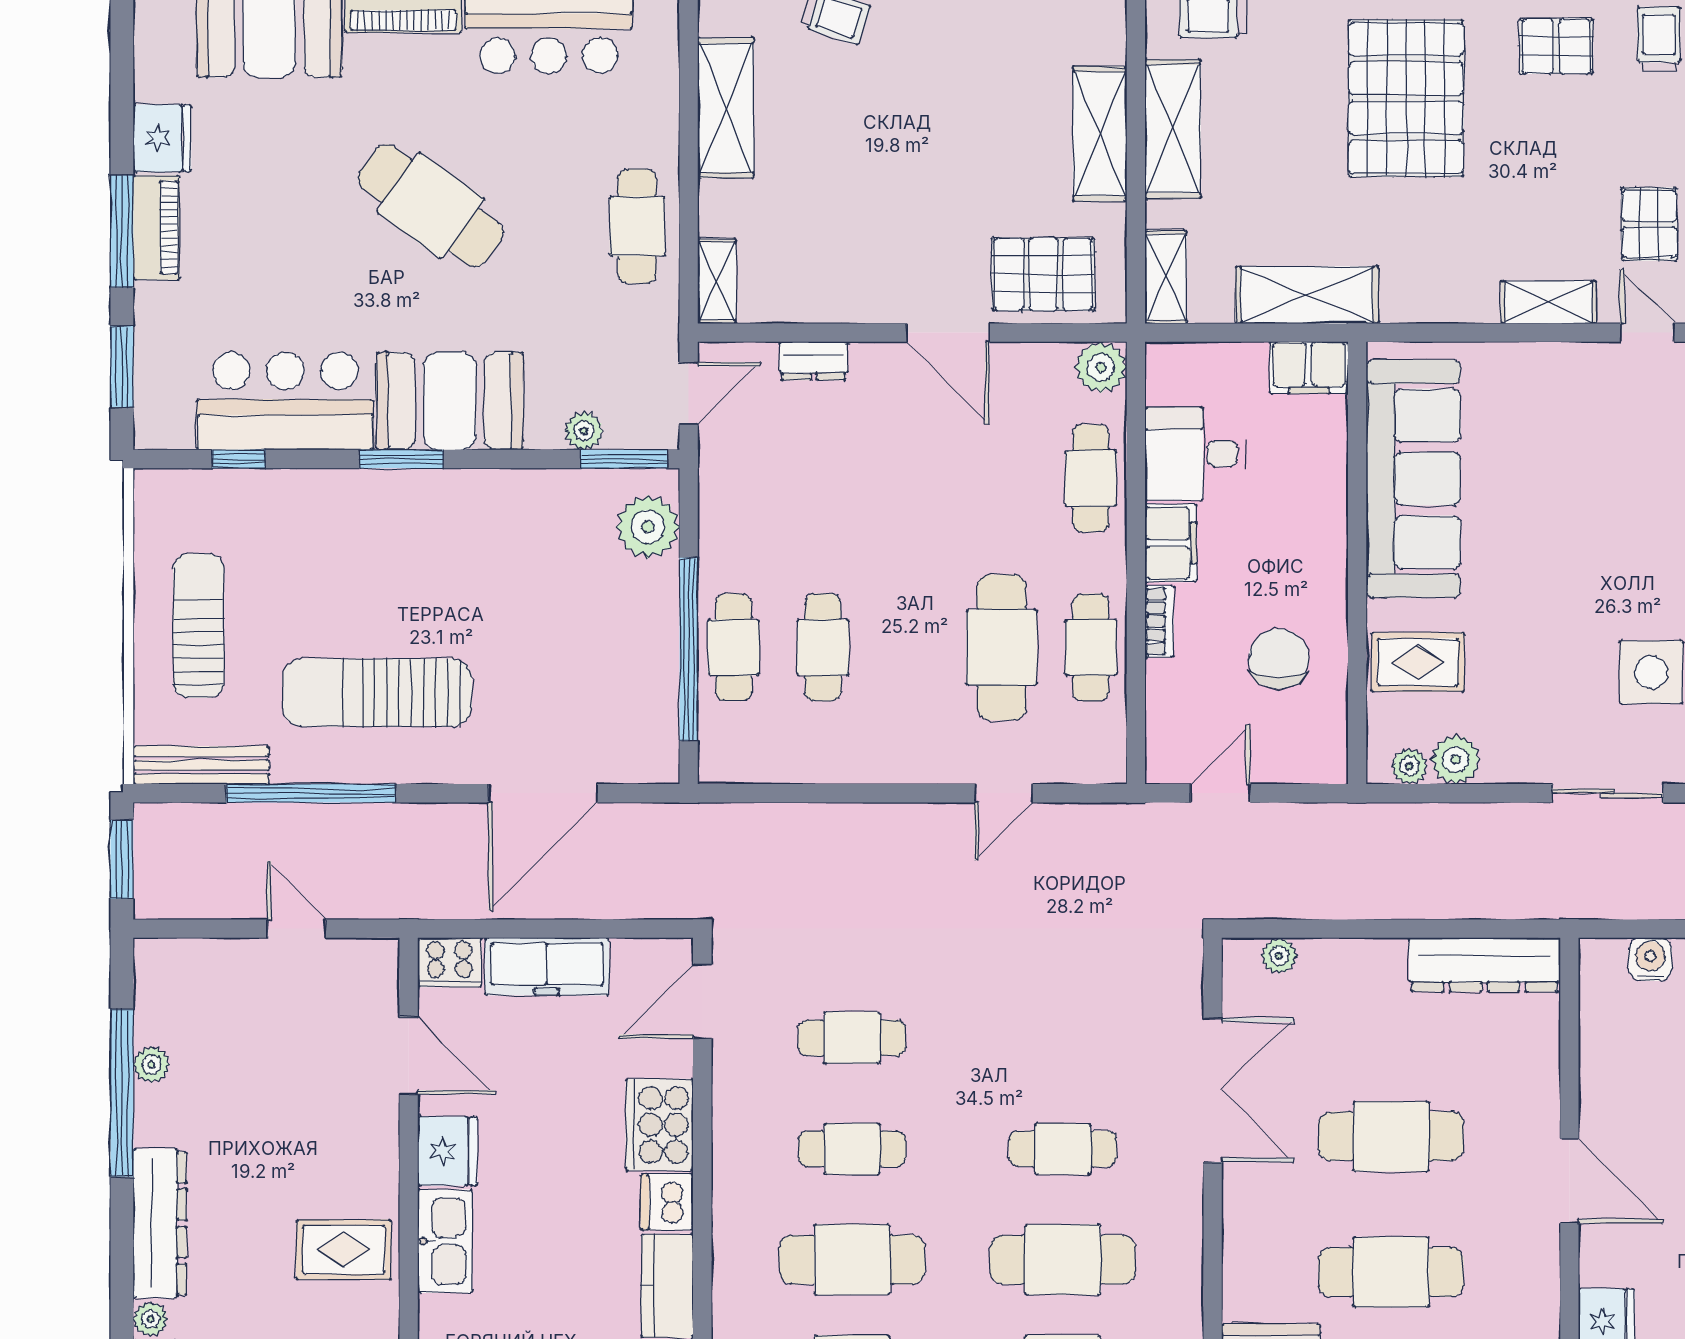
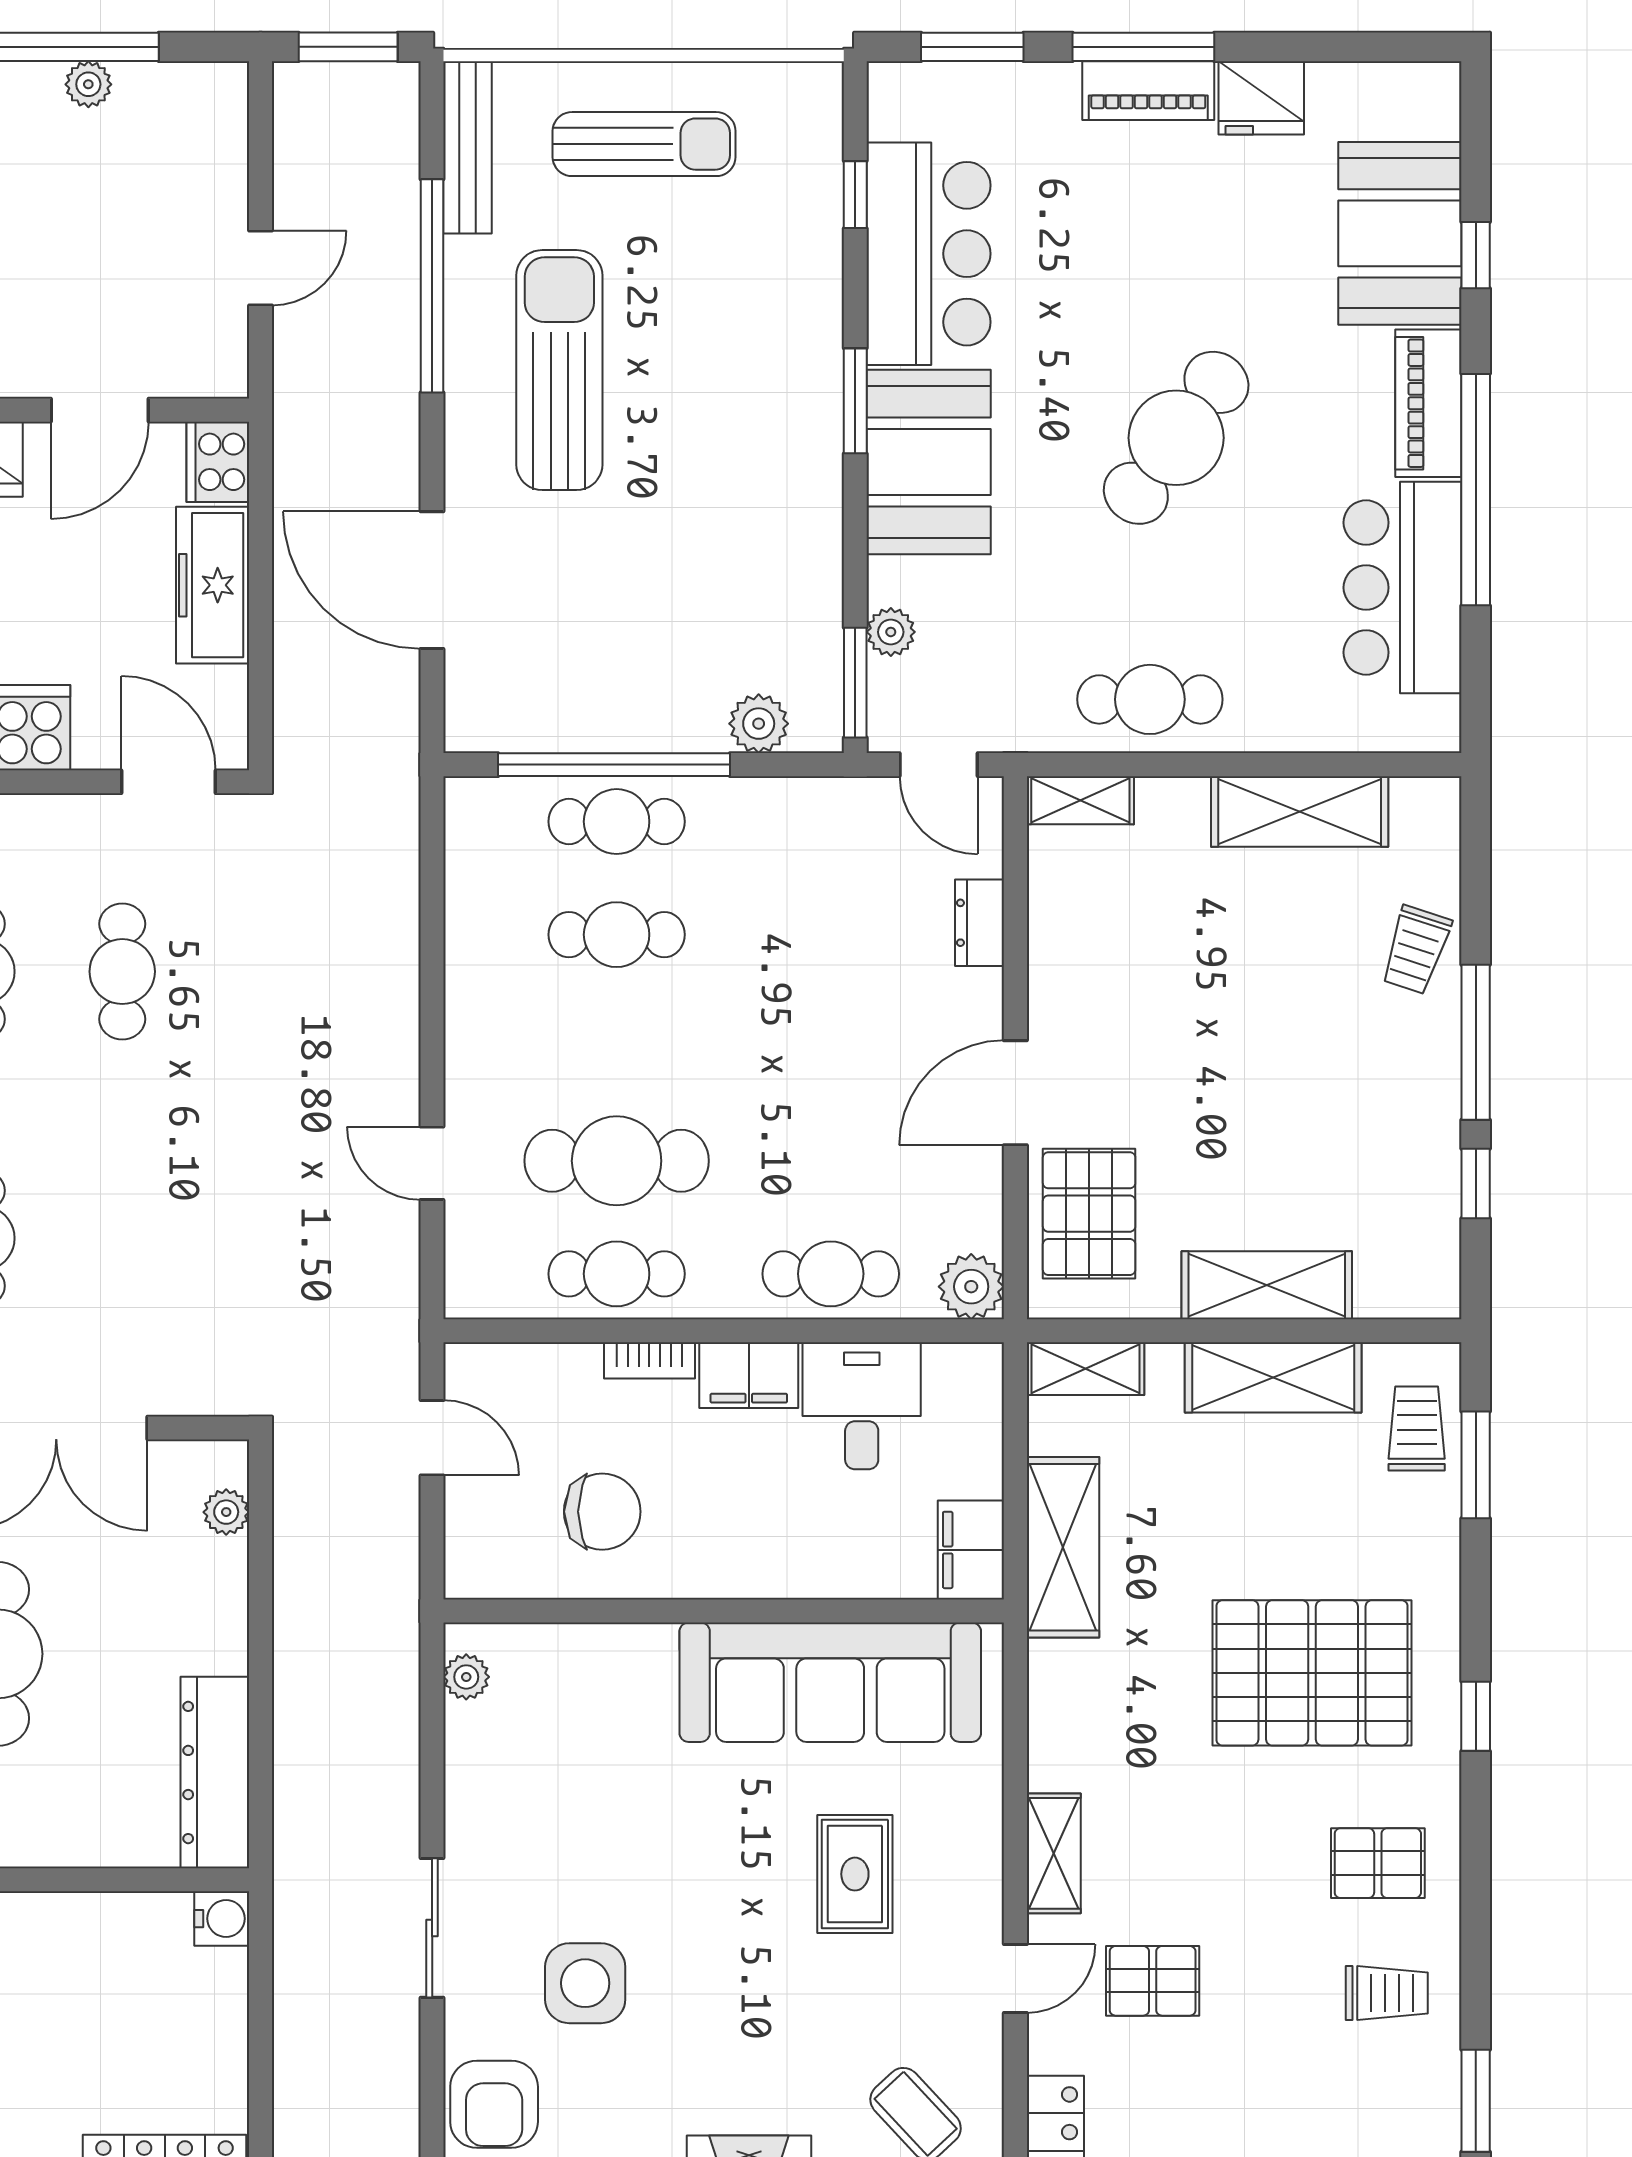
pallet: (1556, 46) -> (1378, 1863), turned 90
plant: (648, 527) -> (759, 724), width x0.73, depth x0.73
rug: (1418, 662) -> (855, 1874), moved
plant: (1456, 760) -> (475, 1736), removed
water cooler: (1650, 959) -> (222, 1919), moved

